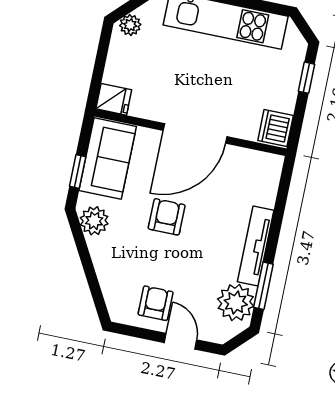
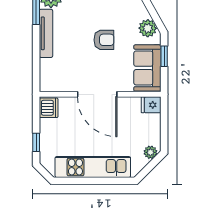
door: (195, 133) -> (97, 94), swing flipped
armchair: (167, 217) -> (104, 40), turned -90

